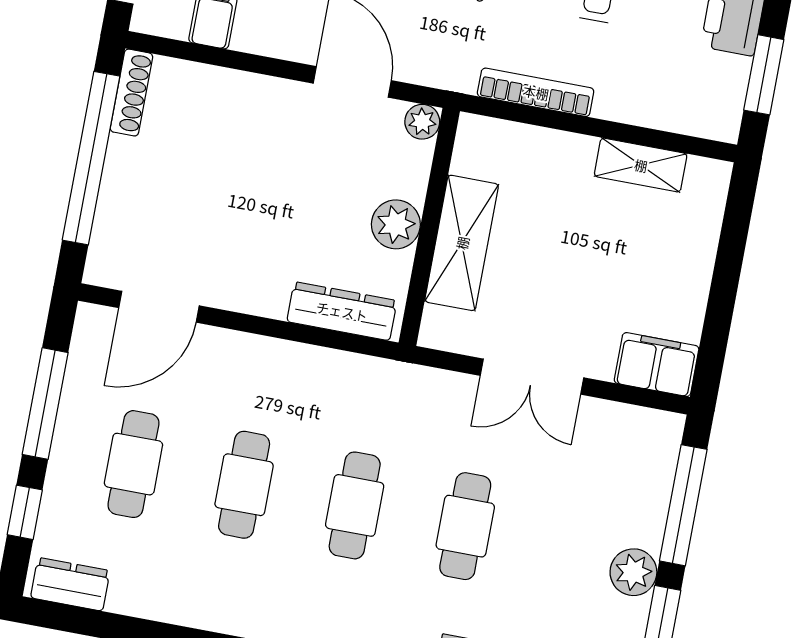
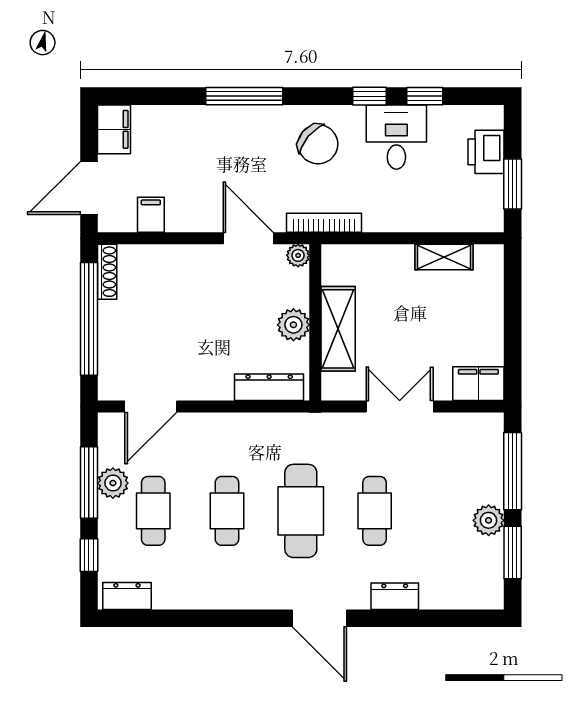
bookcase: (536, 92) -> (324, 223), moved
double door: (532, 377) -> (400, 406), swing flipped
plant: (81, 411) -> (113, 483), added
cafe table: (355, 505) -> (301, 511), width x1.37, depth x1.35

